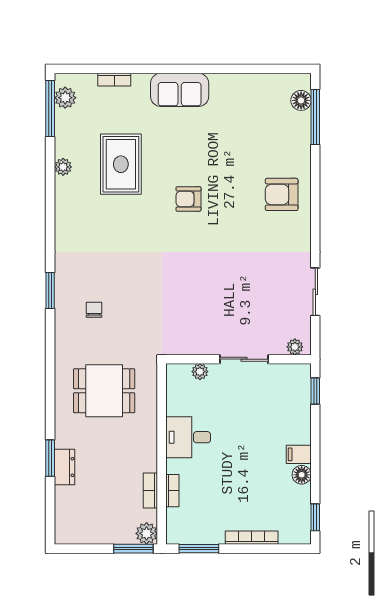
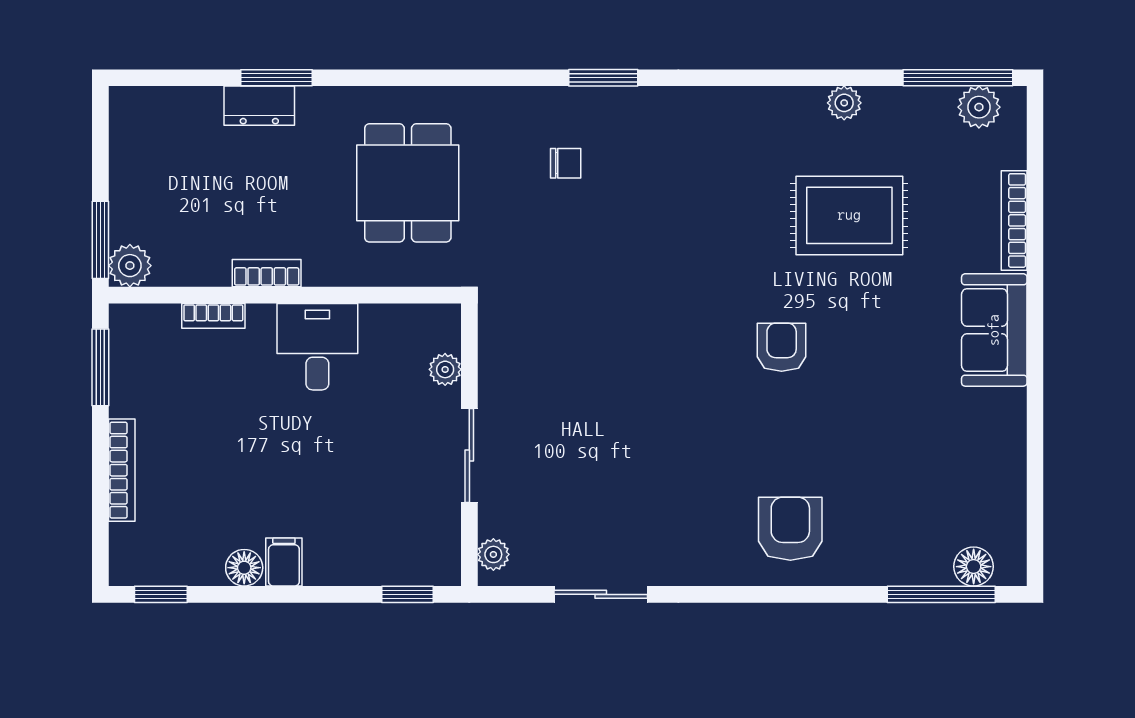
bookcase: (114, 80) -> (1014, 220), width x1.56
bookcase: (150, 490) -> (267, 273), moved

